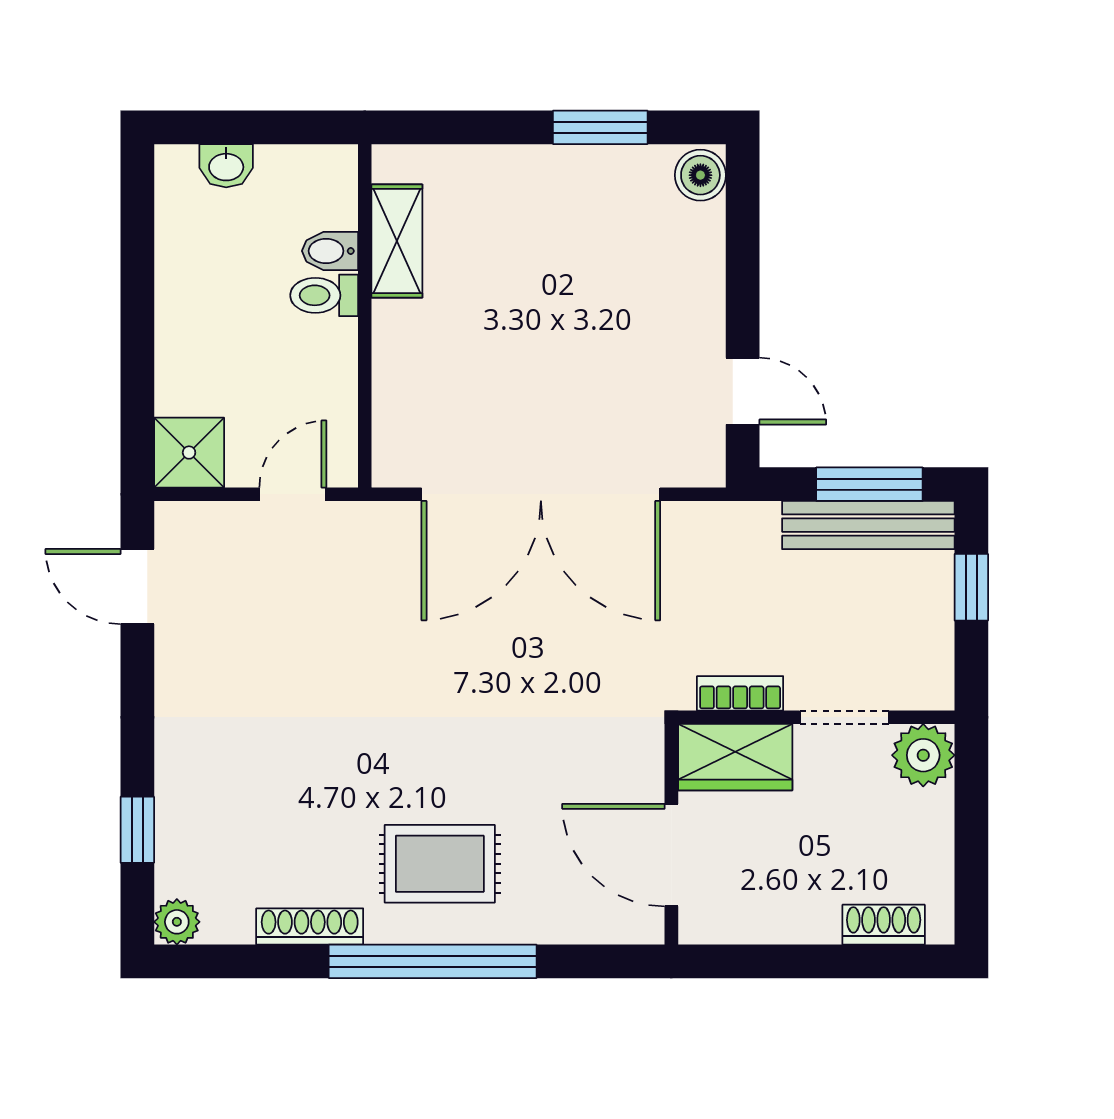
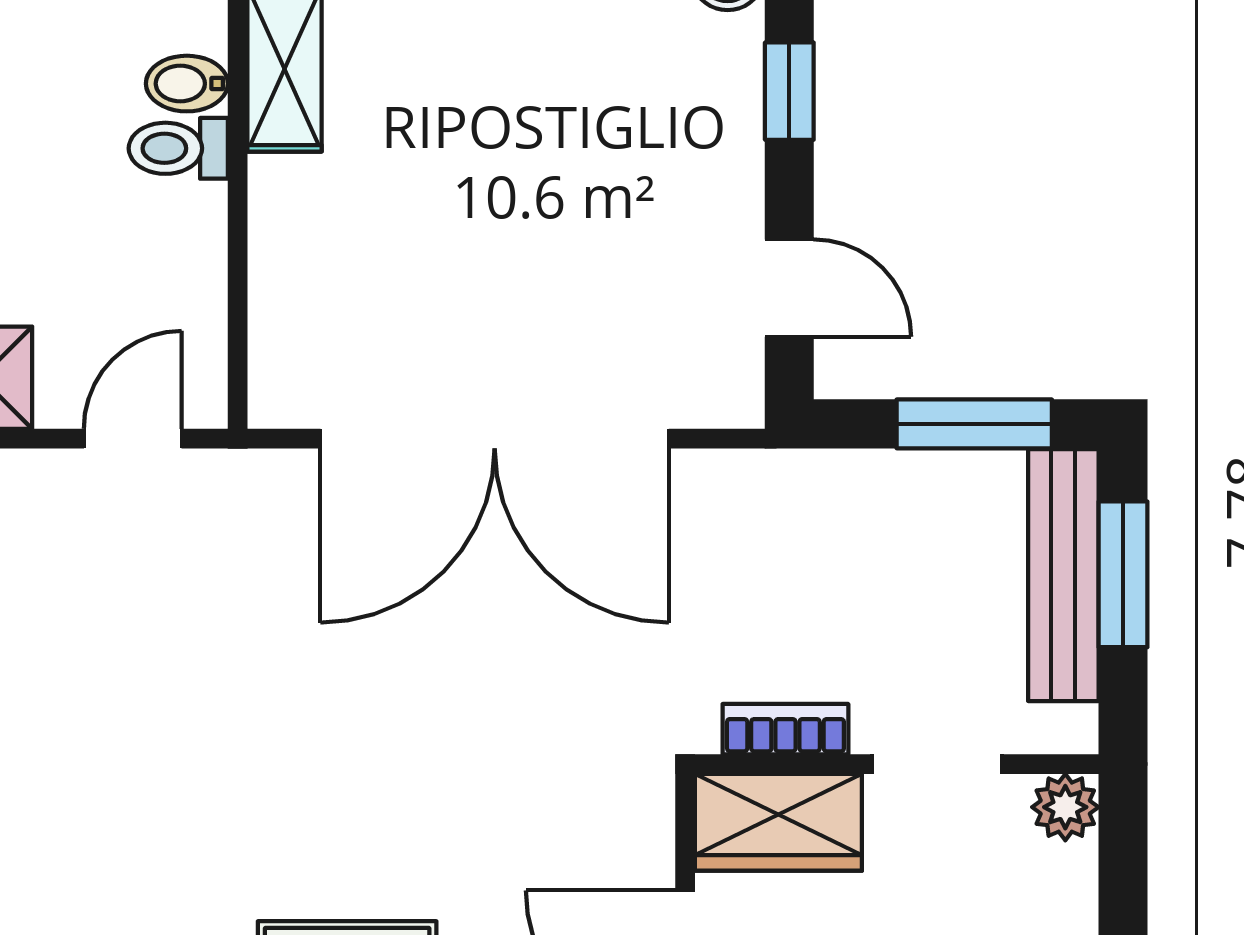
window: (743, 256) -> (789, 91), added
bench: (868, 525) -> (1063, 575), moved, turned 90
window: (971, 587) -> (1123, 574), width x1.50
plant: (923, 755) -> (1065, 807), width x0.73, depth x0.73

